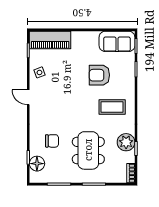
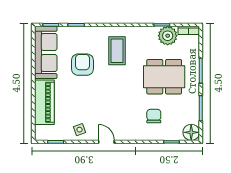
piano: (50, 40) -> (44, 102), moved
sofa: (117, 41) -> (46, 52), width x1.36
armchair: (99, 75) -> (82, 65), turned 180
door: (28, 97) -> (106, 142), swing flipped
plant: (126, 142) -> (168, 36), moved
floor lamp: (37, 164) -> (191, 132), moved

